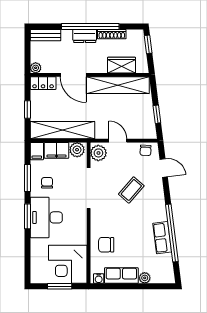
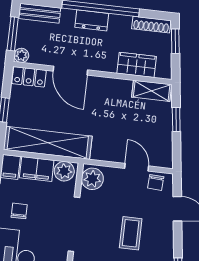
shoe rack: (112, 34) -> (151, 25), moved
window: (27, 53) -> (13, 34), added
shelving: (118, 85) -> (152, 91), width x0.45, depth x0.75
window: (157, 114) -> (176, 120), moved
door: (118, 141) -> (137, 167), moved
coffee table: (131, 190) -> (131, 233), turned -41

